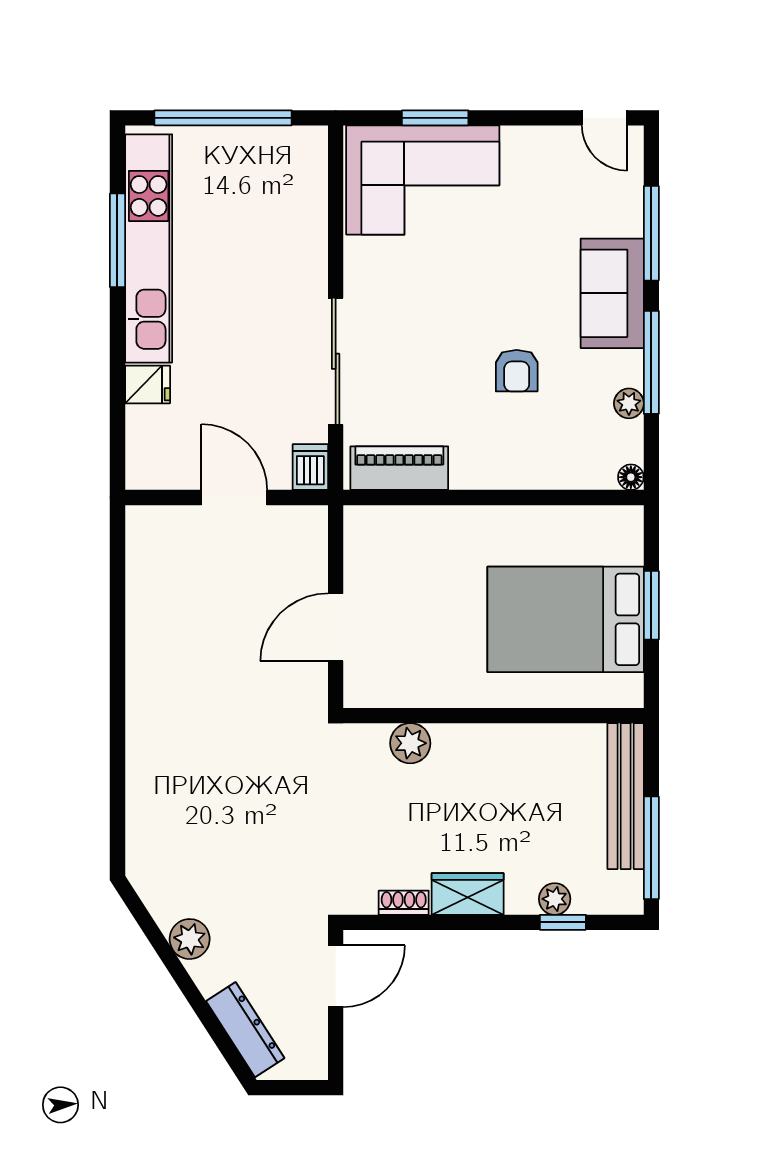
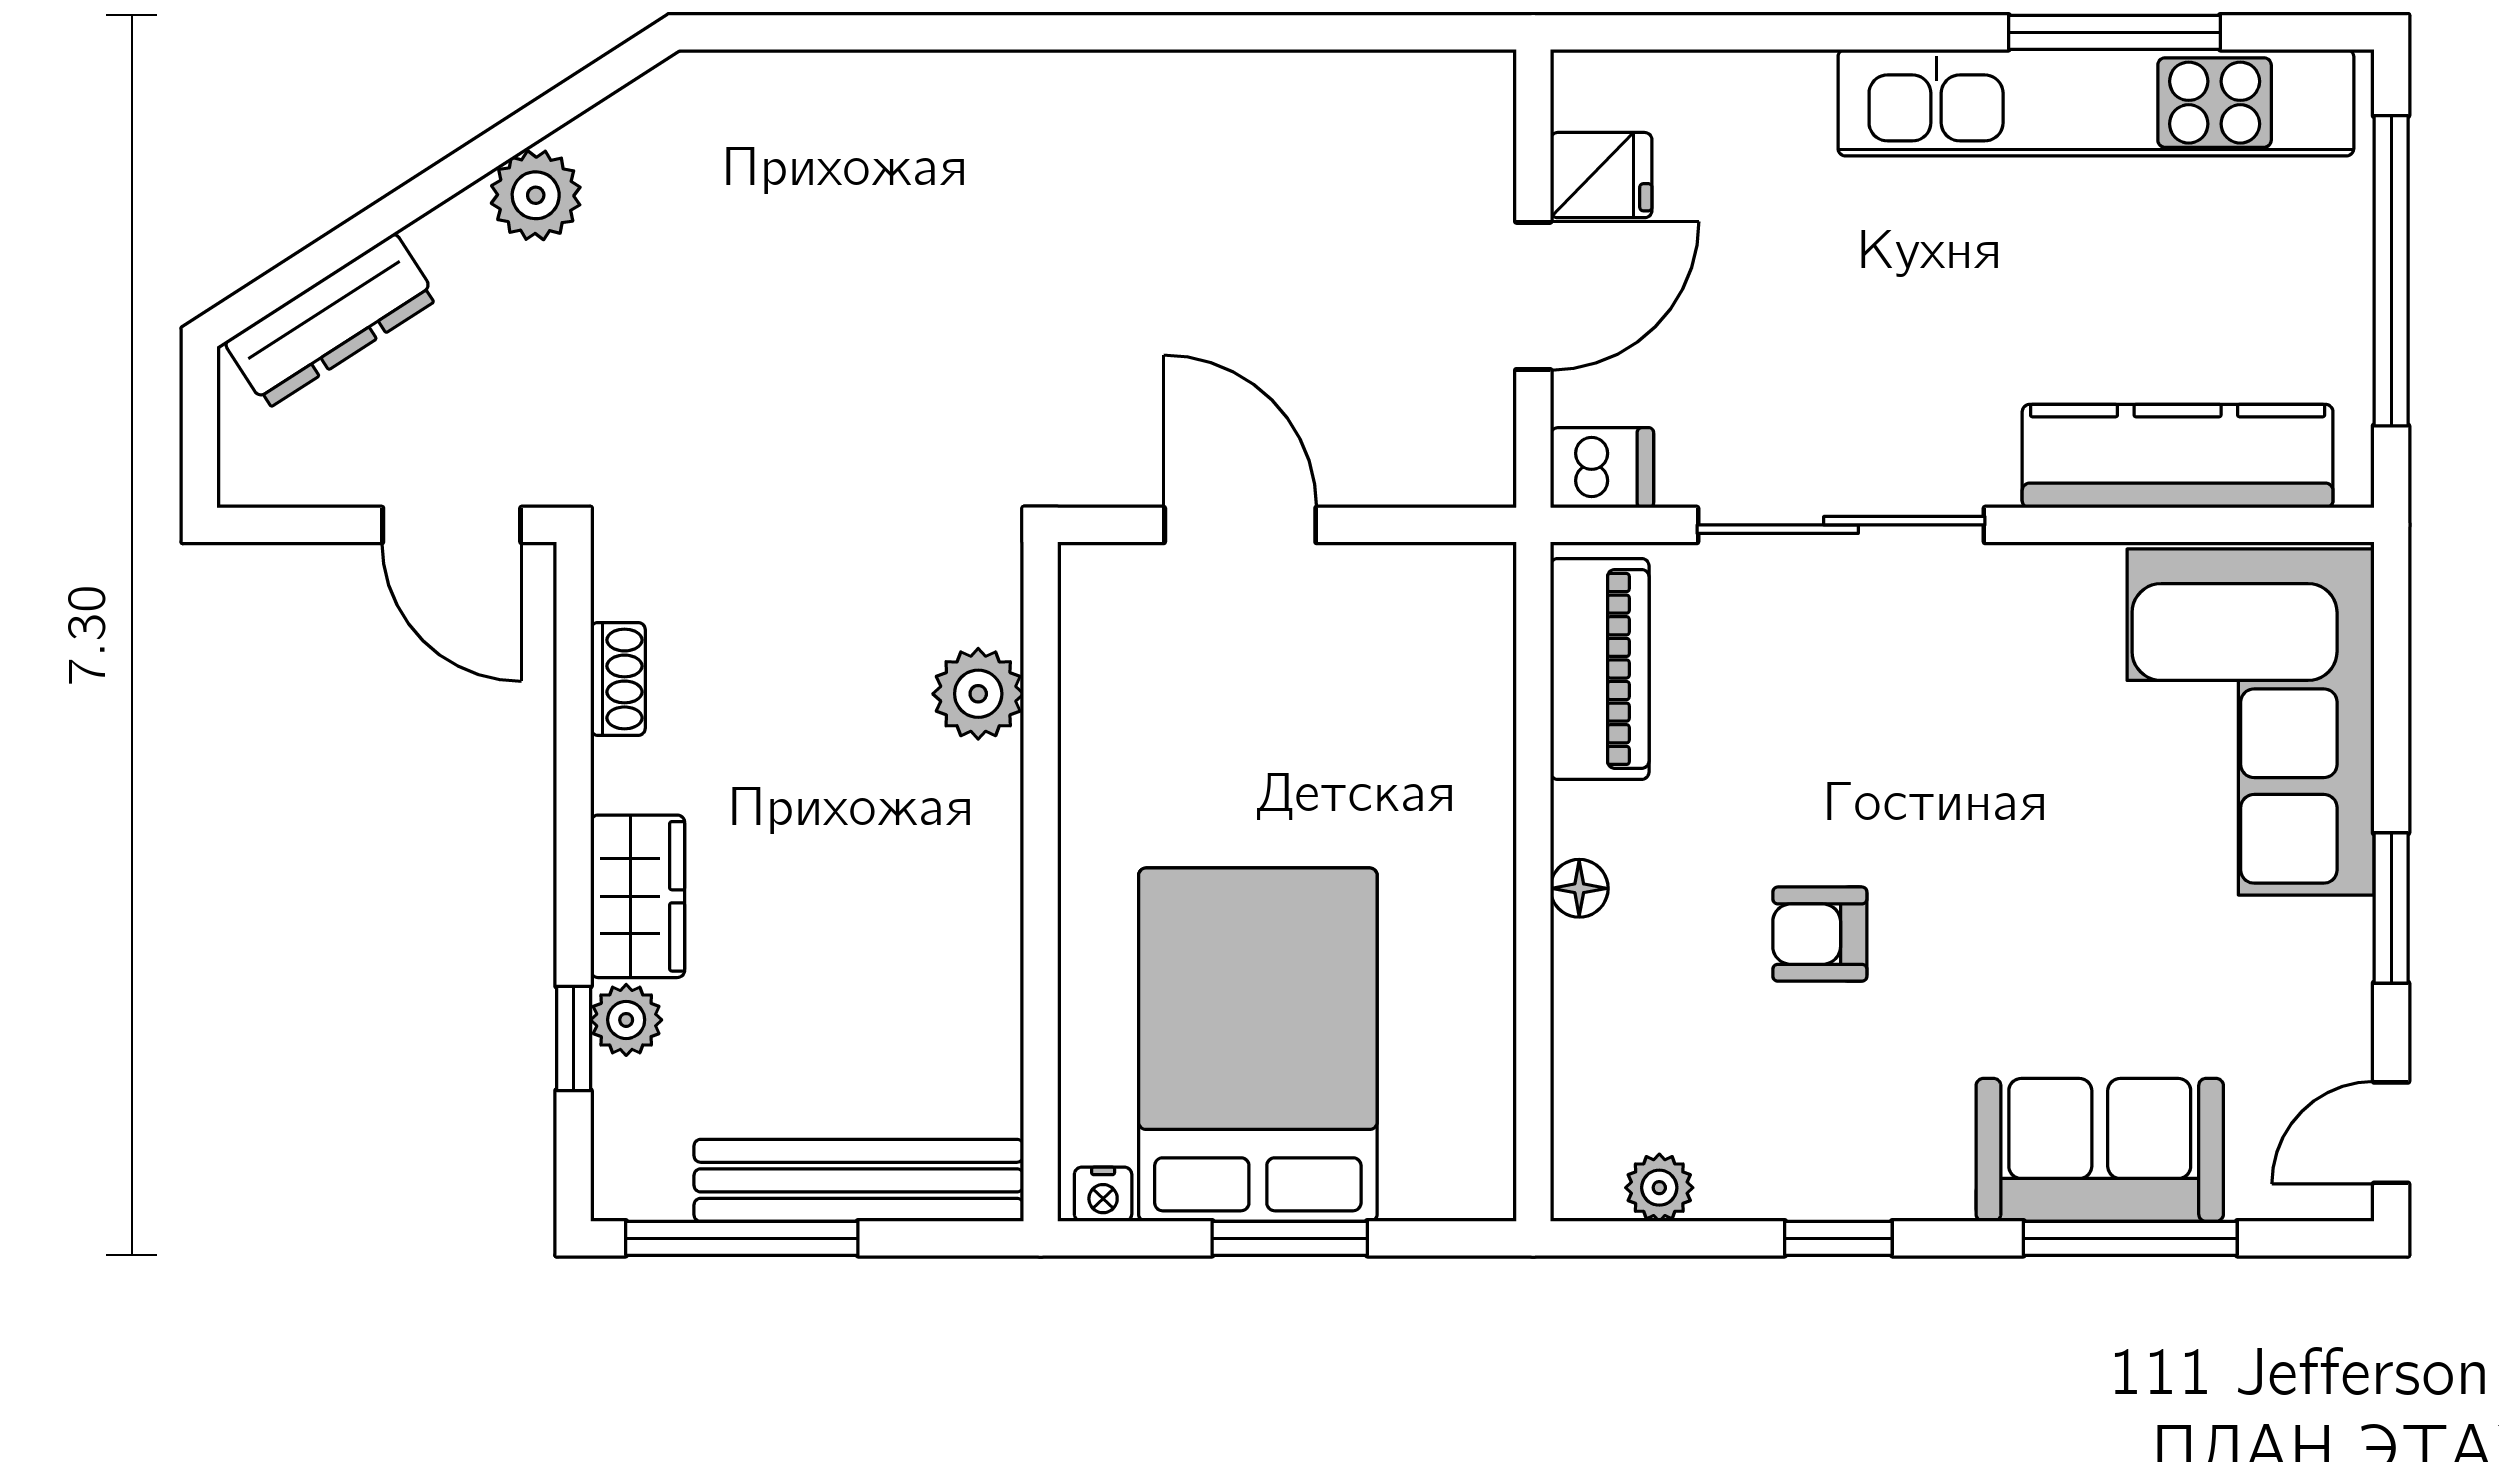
window: (435, 118) -> (2391, 908), moved
kitchen counter: (305, 212) -> (2178, 456), added
sofa: (612, 293) -> (2100, 1150), moved
window: (651, 362) -> (1838, 1238), width x0.46
fridge: (148, 384) -> (1601, 175), moved, turned -90
plant: (629, 403) -> (1659, 1188), moved
floor lamp: (631, 477) -> (1579, 888), moved
nightstand: (632, 688) -> (1103, 1194), added
wardrobe: (468, 894) -> (638, 896), moved

